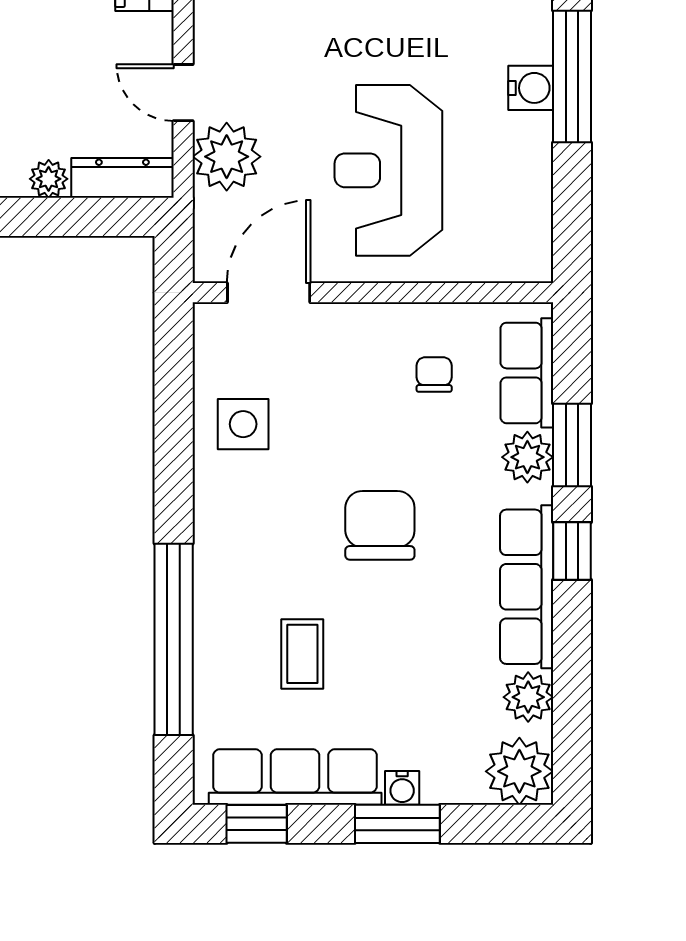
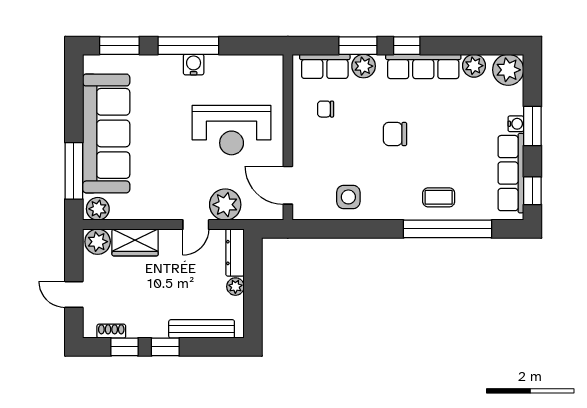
chair: (380, 525) -> (395, 134), width x0.73, depth x0.73
coffee table: (302, 654) -> (439, 197), moved

